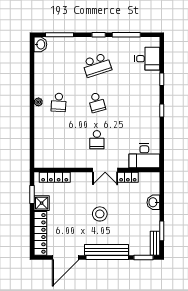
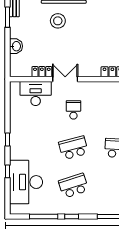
desk: (147, 59) -> (26, 182), width x1.87, depth x1.30
school desk: (97, 102) -> (73, 148), width x1.85
desk: (144, 156) -> (36, 93), moved
stool: (100, 214) -> (58, 21), moved

